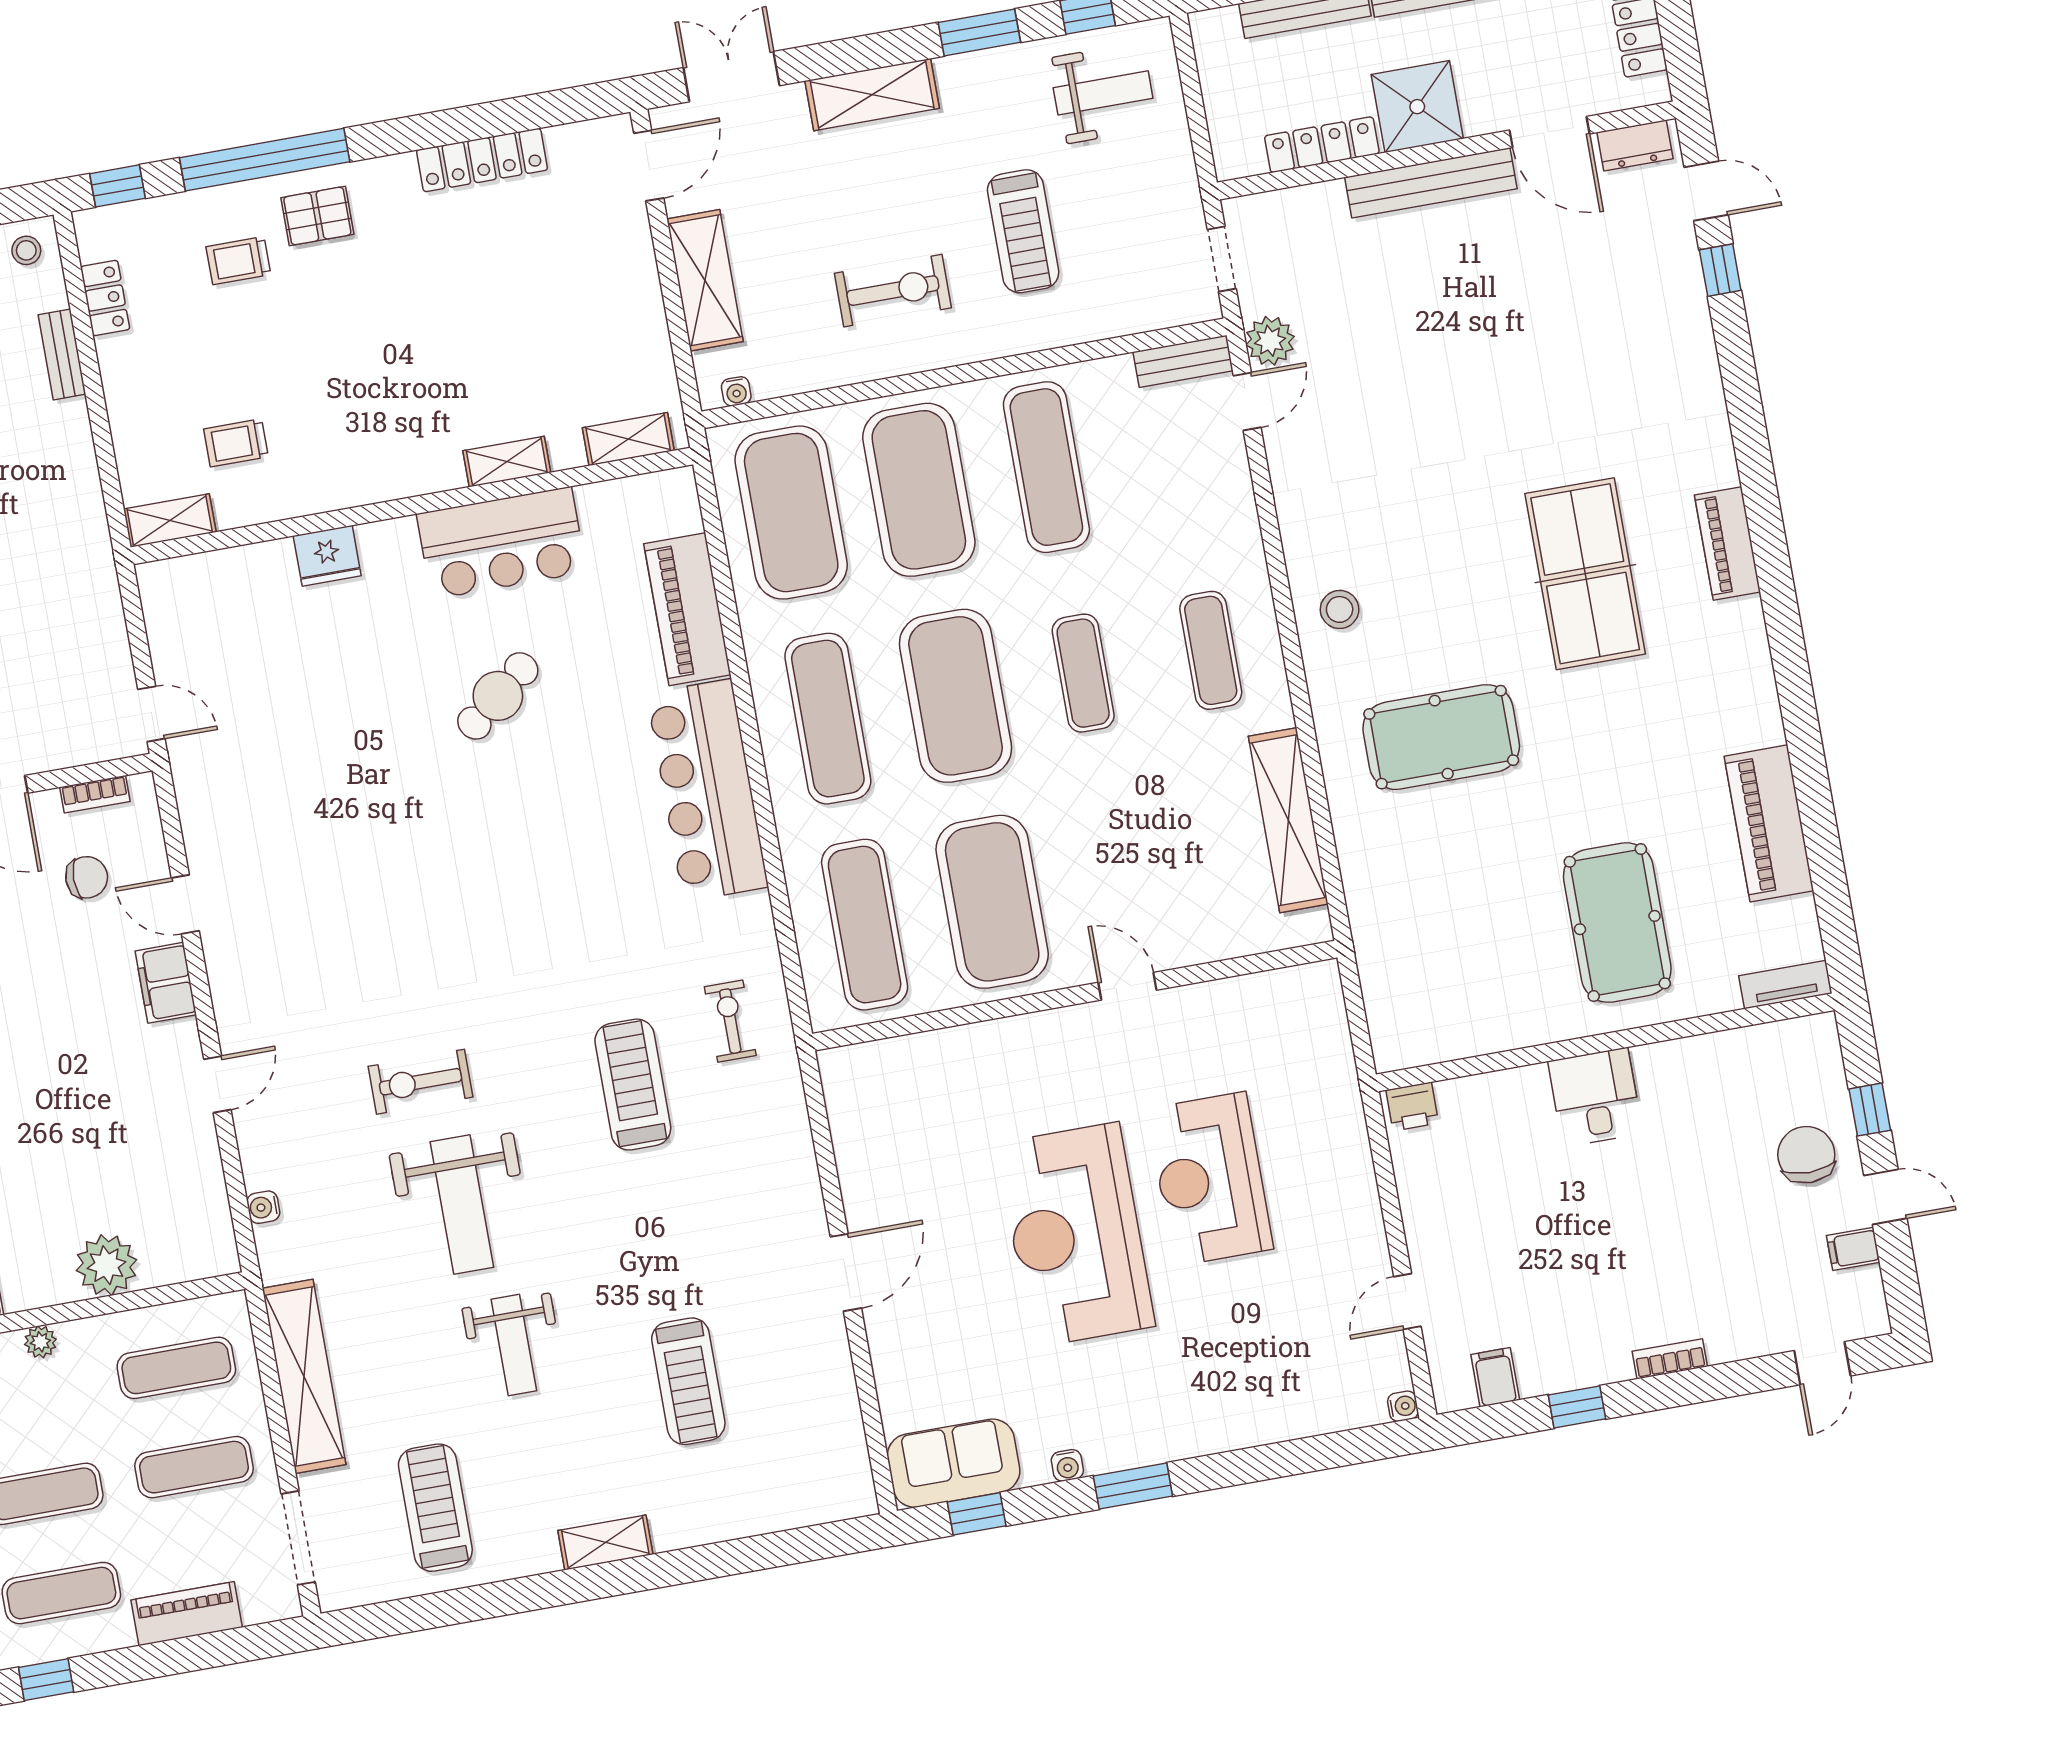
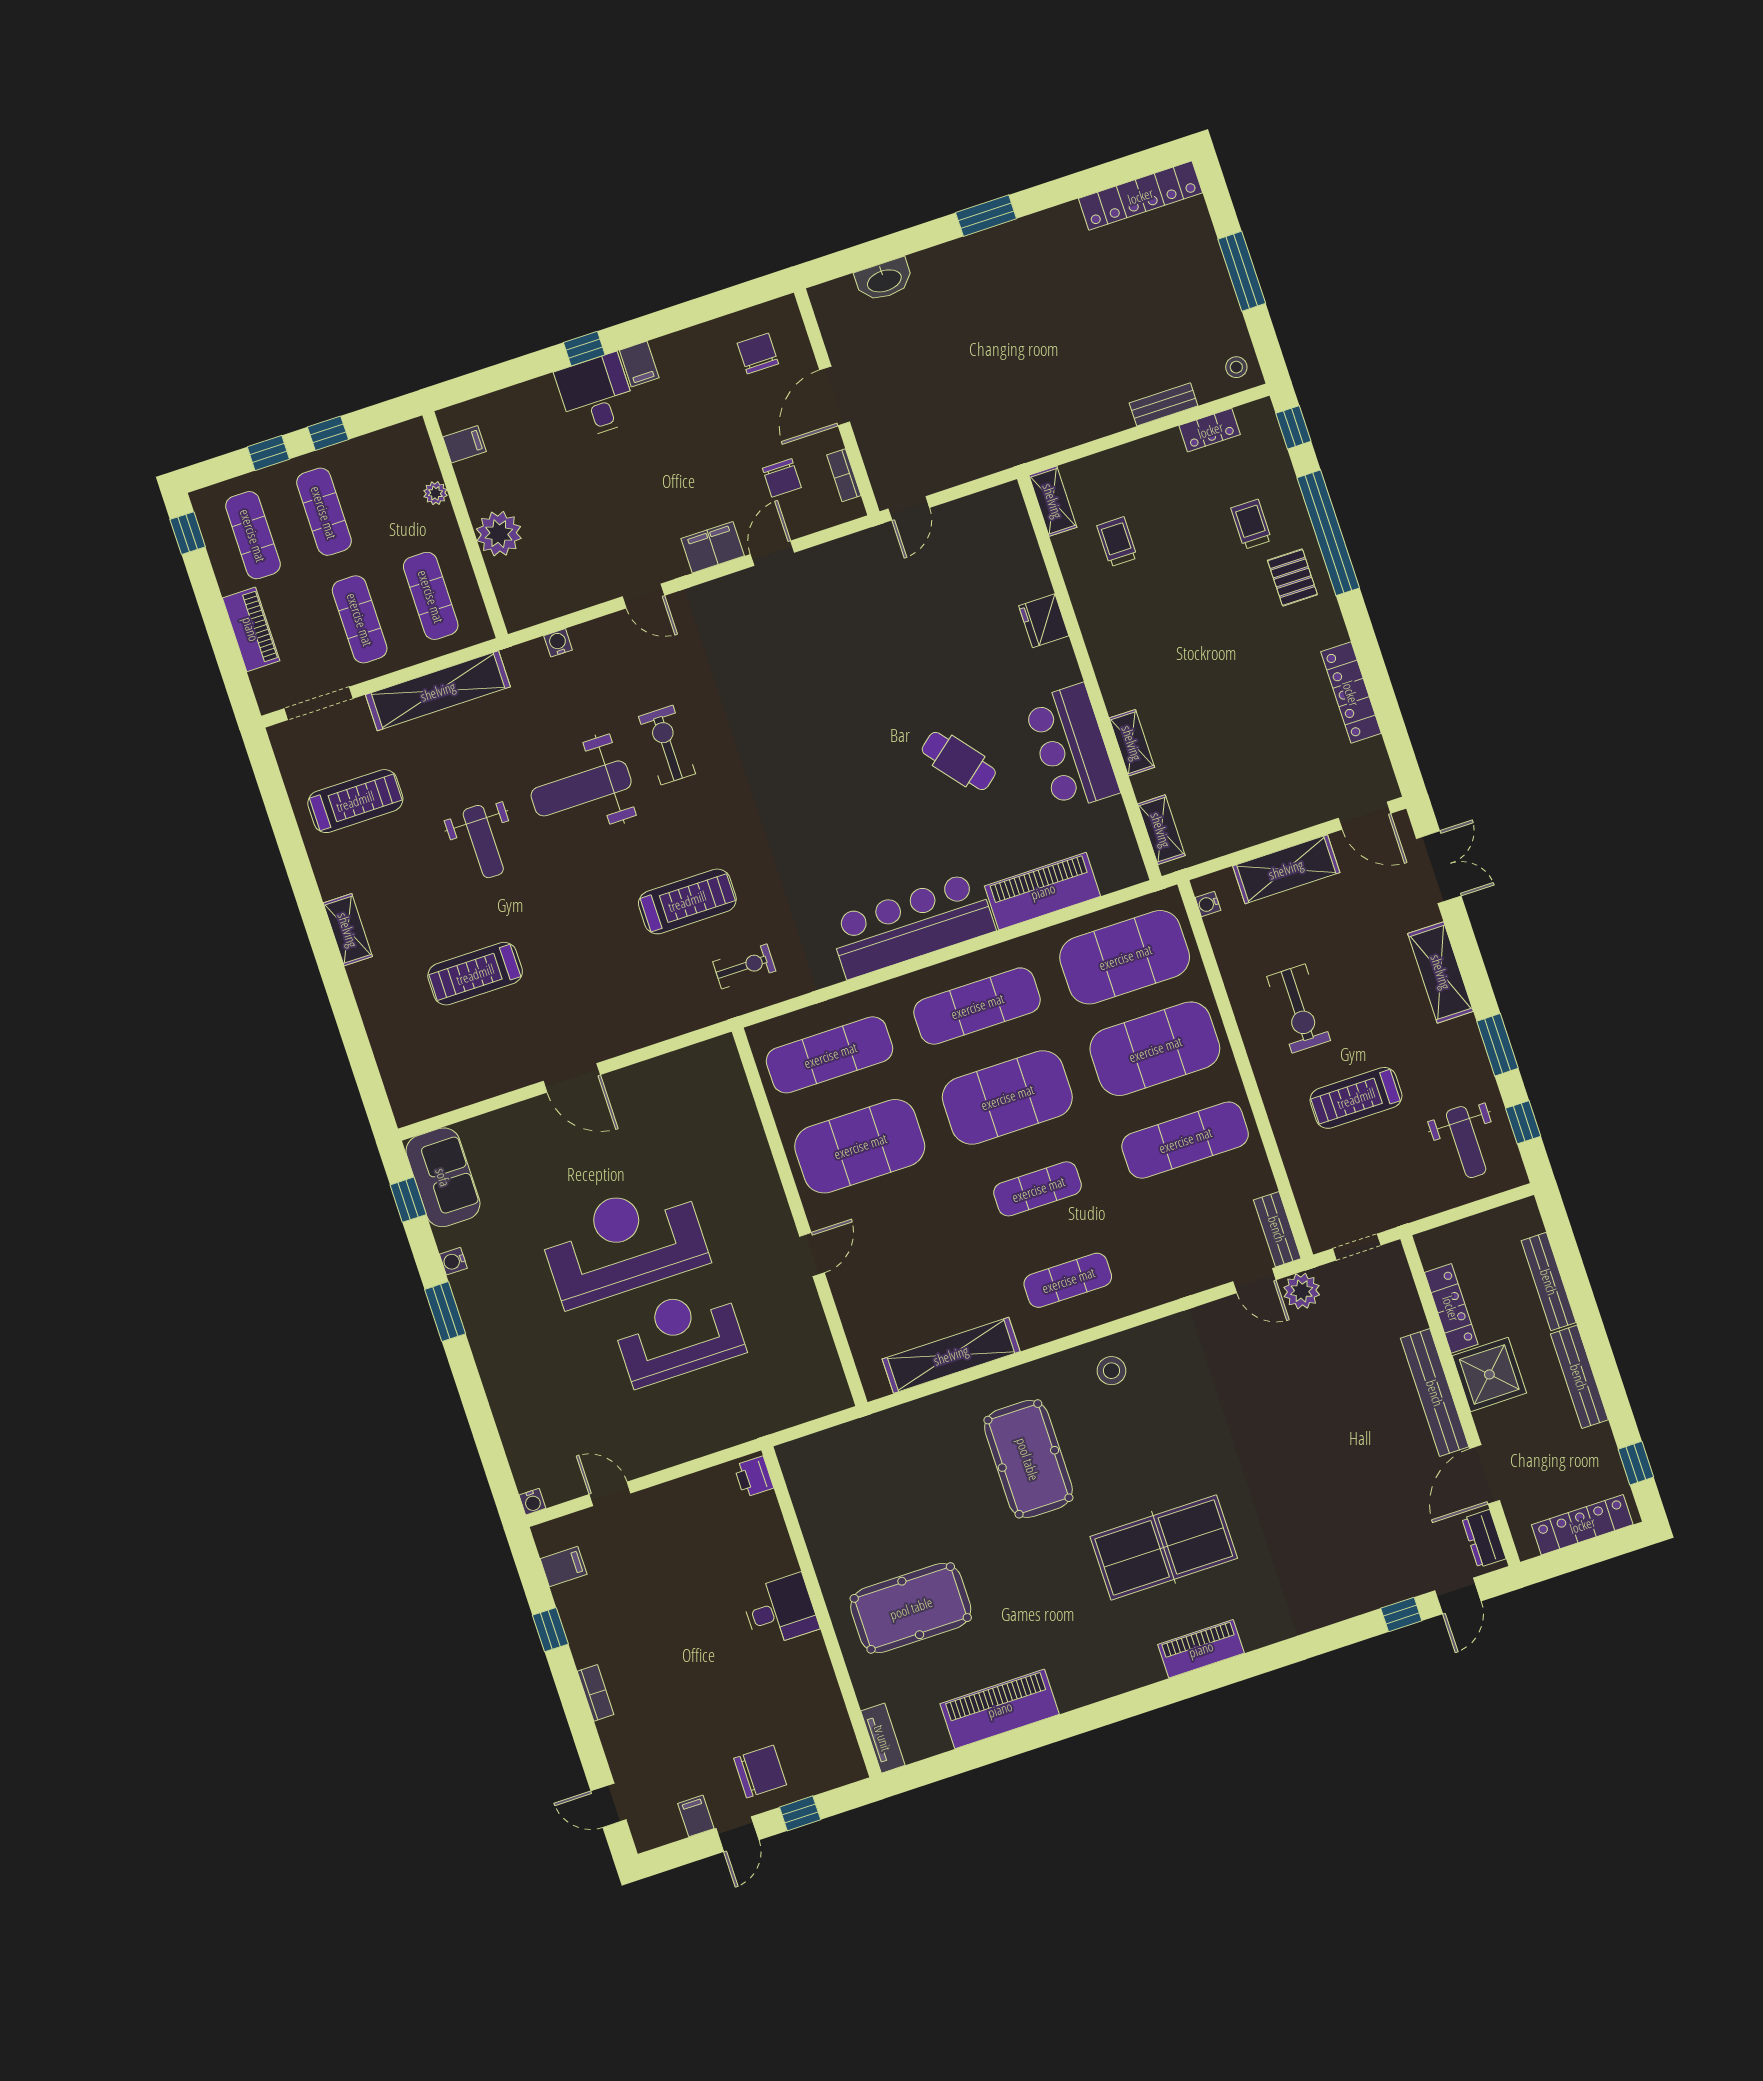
weight bench: (514, 1345) -> (483, 842), turned -90

